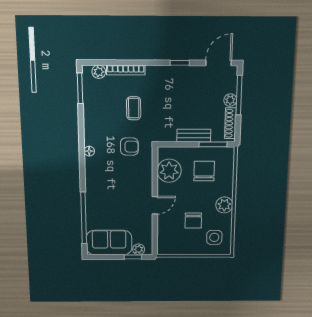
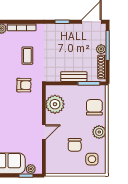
chair: (204, 171) -> (94, 107), moved

